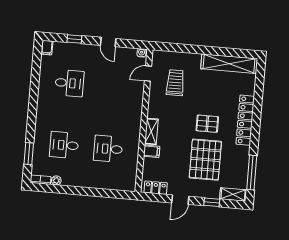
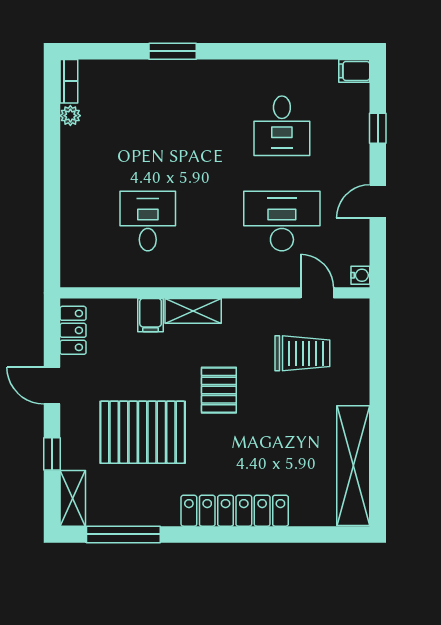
pallet: (207, 124) -> (219, 390), moved
desk: (64, 145) -> (282, 221), moved, width x1.37
window: (29, 154) -> (173, 51), moved

